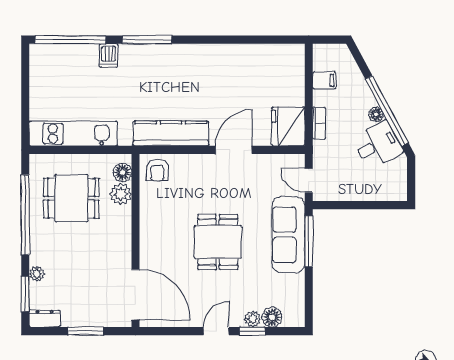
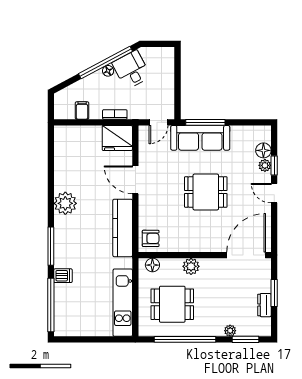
plant: (203, 59) -> (65, 203), added
plant: (121, 194) -> (191, 266), moved
dining table: (71, 198) -> (172, 304), turned 90
dresser: (45, 319) -> (264, 305), moved

